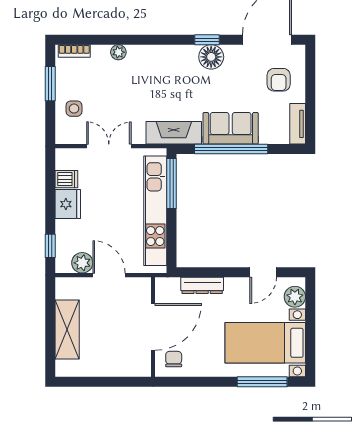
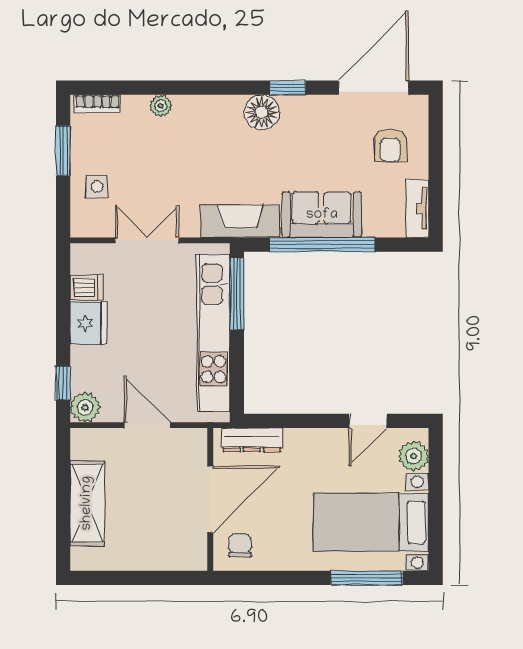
floor lamp: (211, 57) -> (262, 112), moved
plant: (82, 263) -> (85, 407), moved
dresser: (202, 285) -> (252, 440), moved

